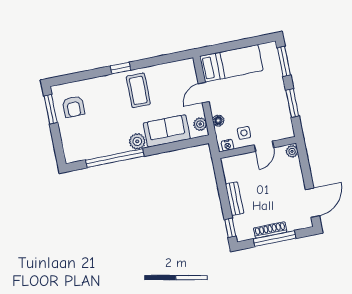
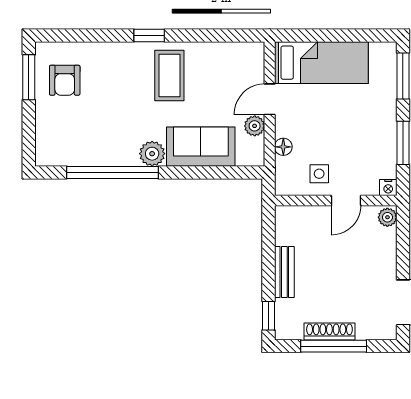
plant: (200, 124) -> (255, 126), moved
nightstand: (227, 145) -> (388, 188), moved

